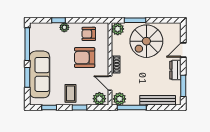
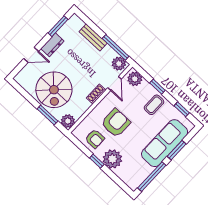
window: (59, 20) -> (97, 161), moved
plant: (64, 27) -> (112, 159), width x1.88, depth x1.88
spiral stairs: (146, 41) -> (54, 90), turned 90
armchair: (85, 58) -> (116, 123), turned -90
bench: (158, 100) -> (93, 37), width x0.73

